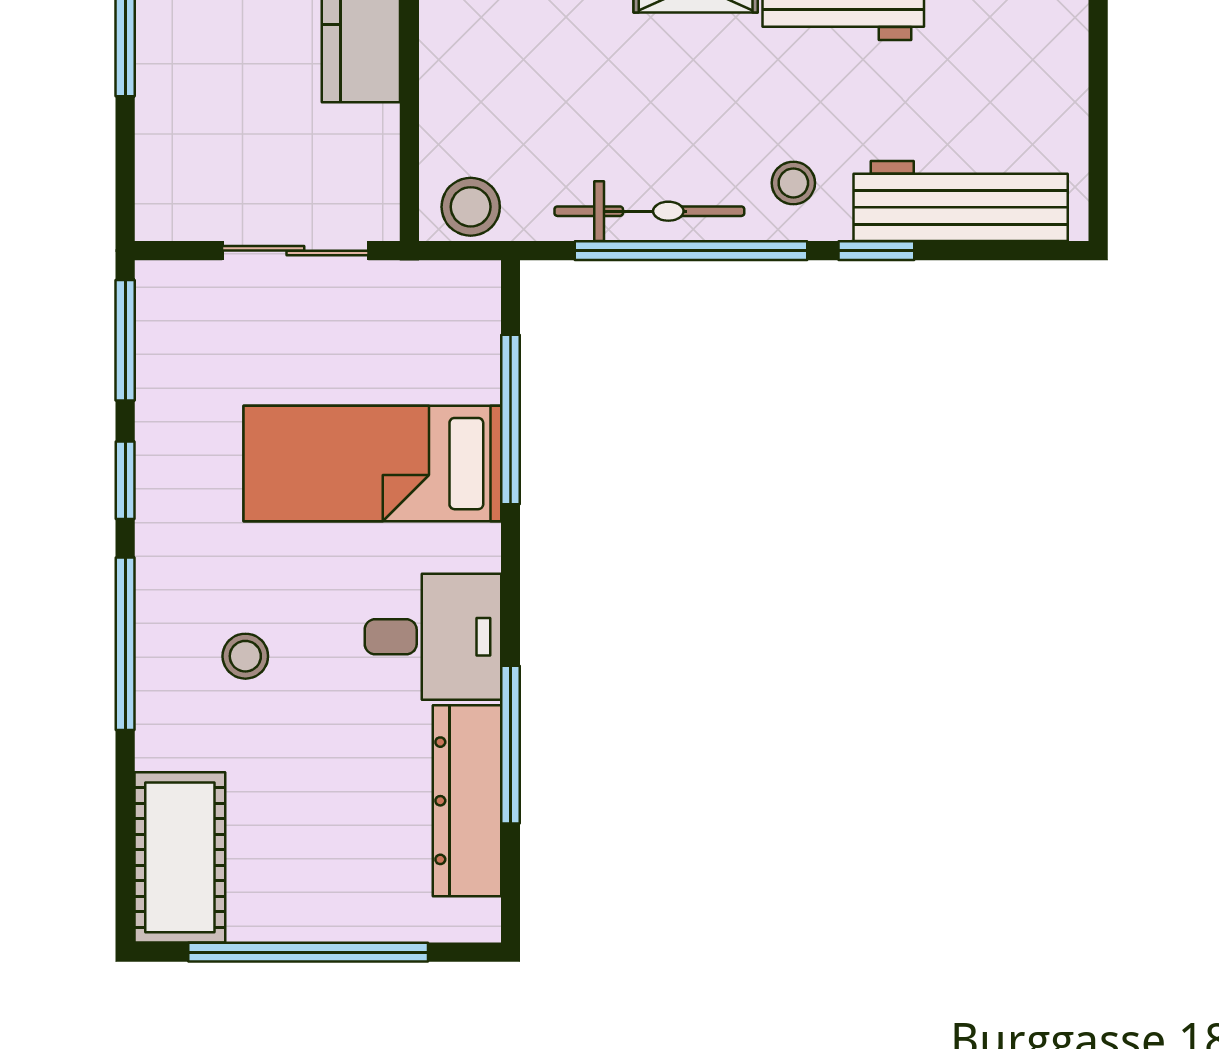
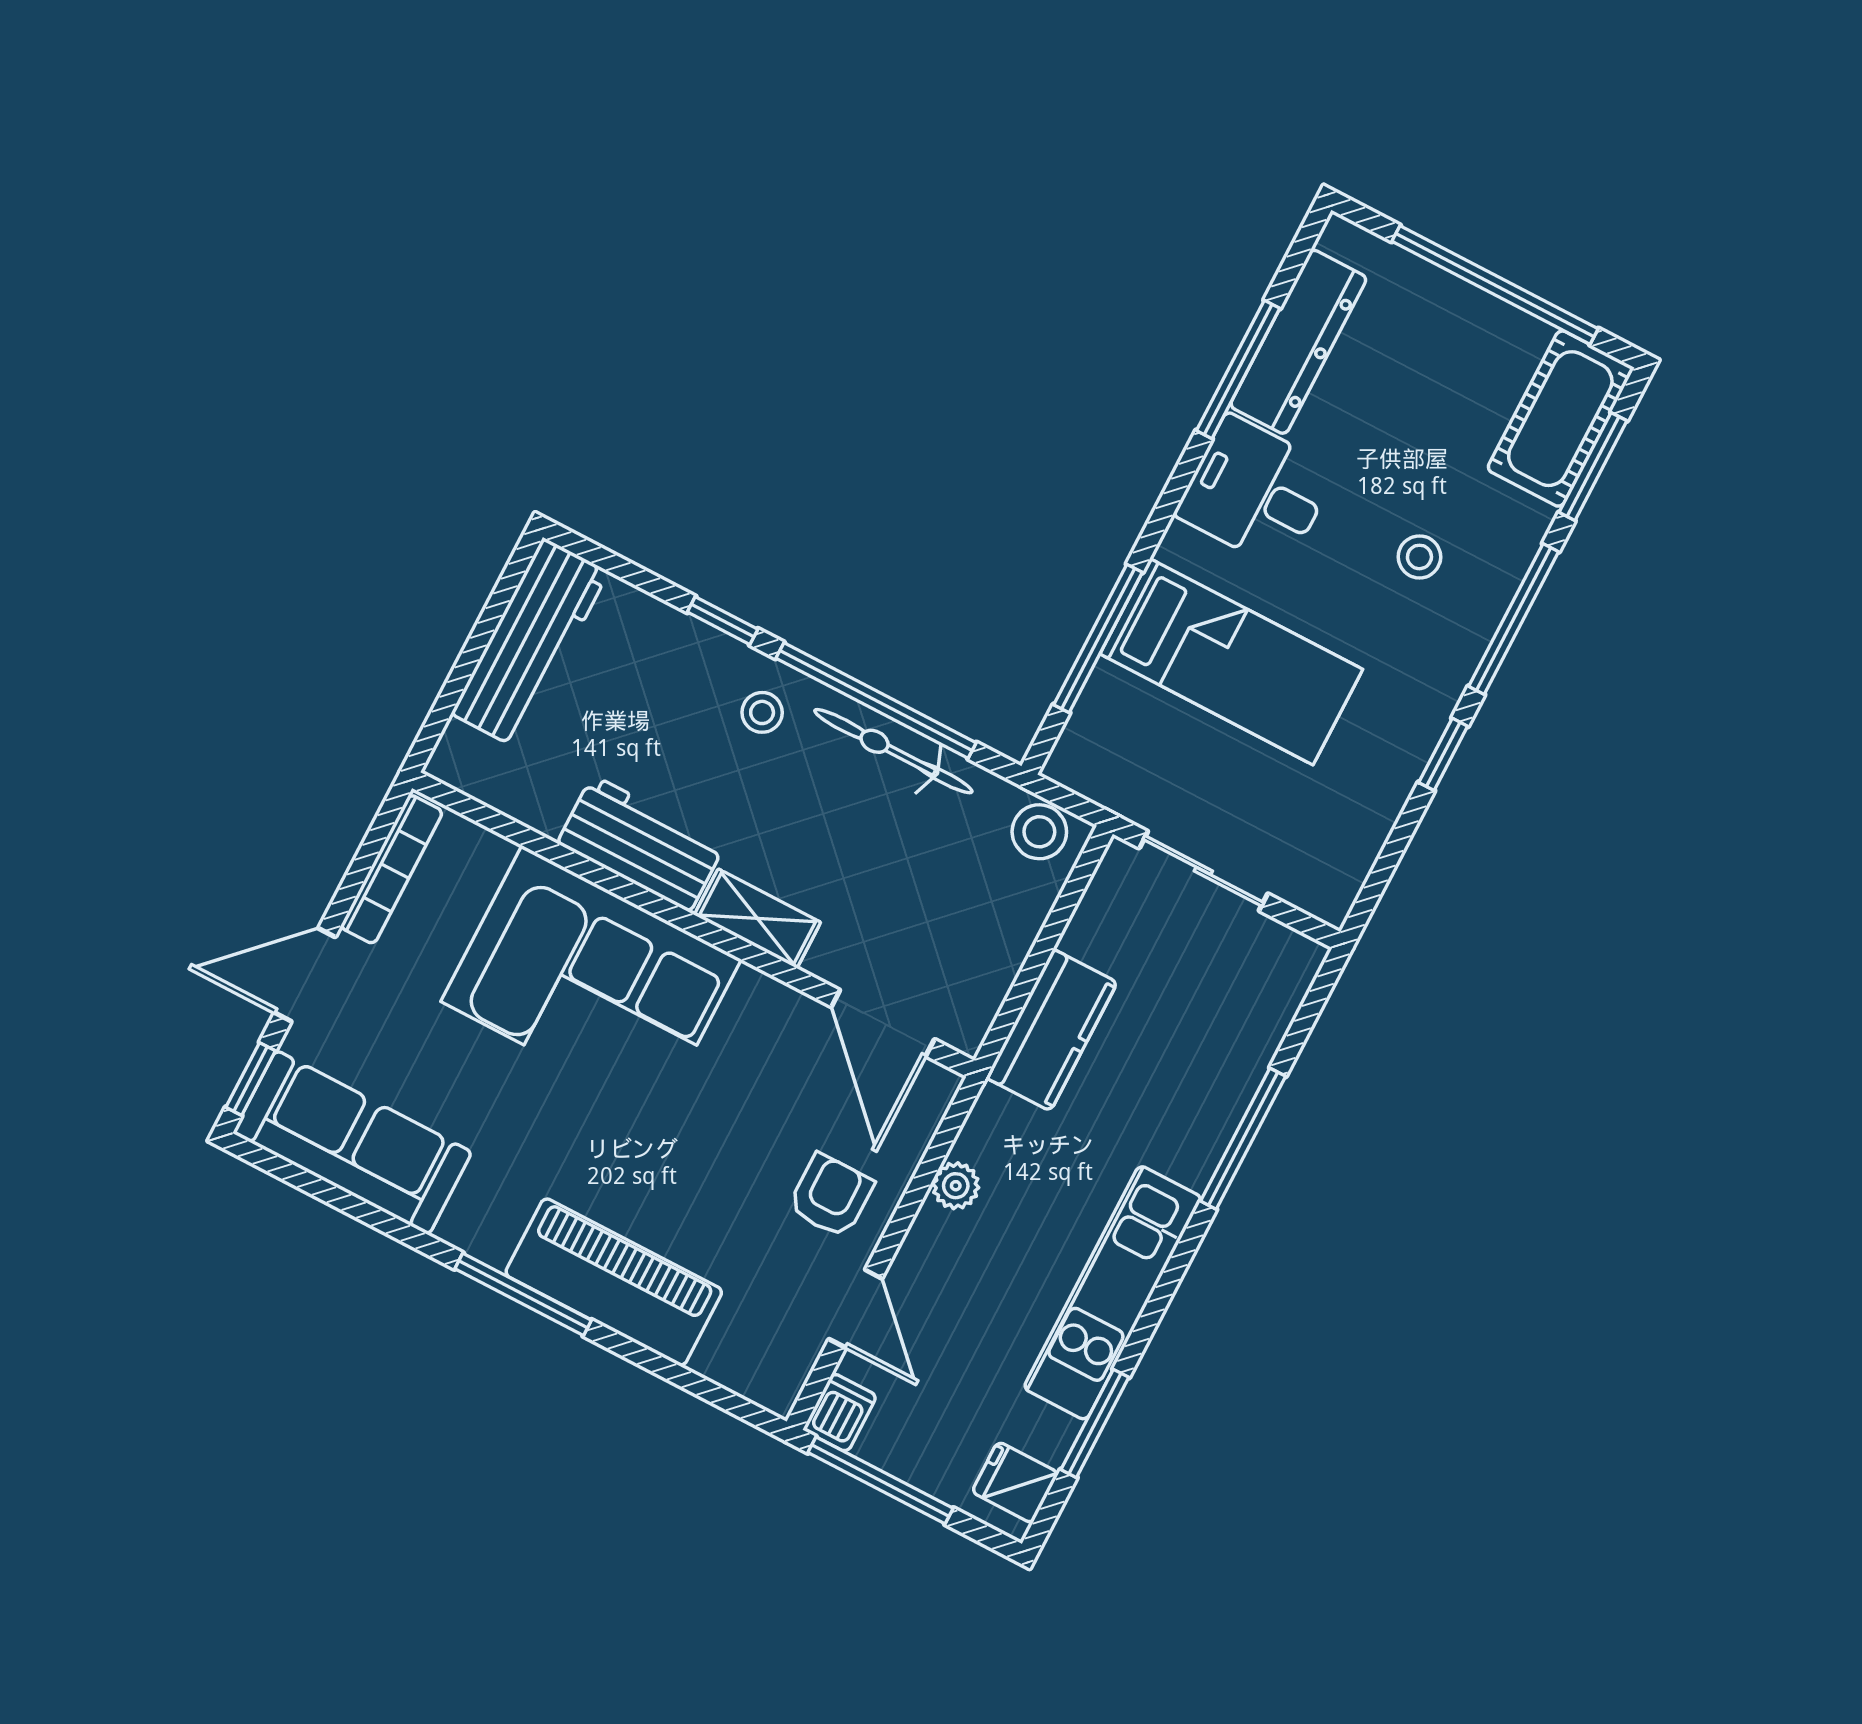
workbench: (961, 201) -> (530, 643), moved, turned -90
window: (125, 340) -> (1593, 467), moved

